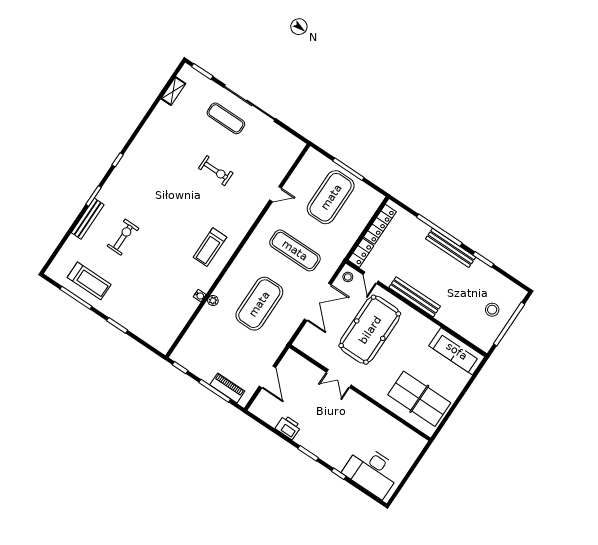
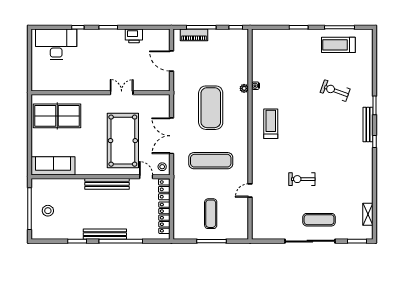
exercise mat: (331, 197) -> (211, 214), width x0.50, depth x0.69
bench: (88, 219) -> (368, 124), moved
exercise bike: (123, 237) -> (335, 91), turned 110

